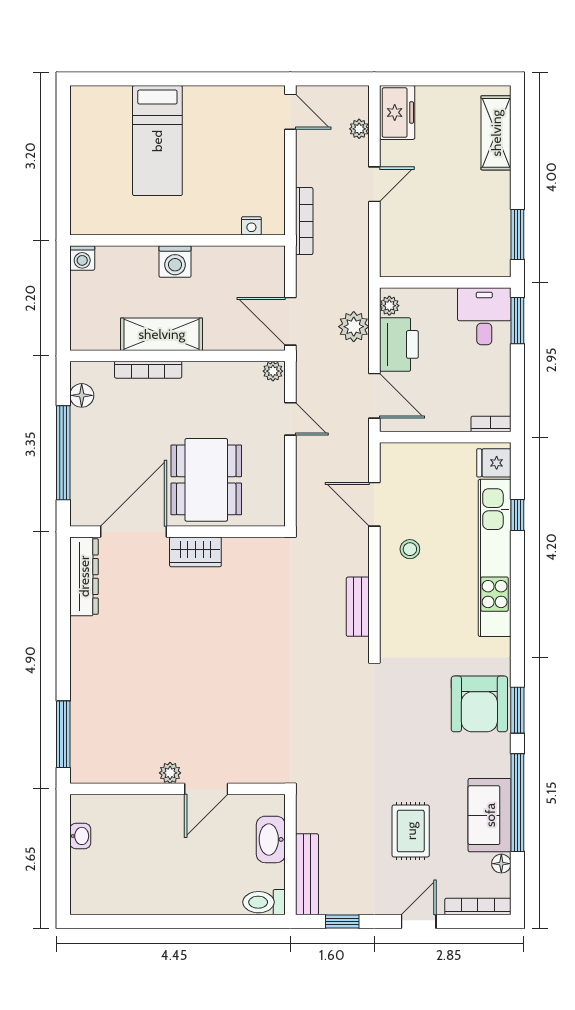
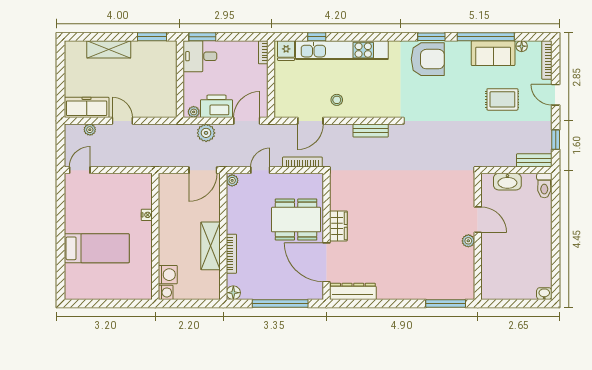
freezer: (397, 112) -> (87, 107), width x1.40
shelving: (496, 133) -> (109, 49), moved
bookcase: (304, 221) -> (302, 162), moved
nightstand: (251, 226) -> (147, 215), moved
washing machine: (175, 262) -> (168, 275), moved
floor lamp: (82, 395) -> (233, 293), moved
washbasin: (80, 836) -> (544, 294), moved
bench: (307, 874) -> (534, 160), width x0.73

